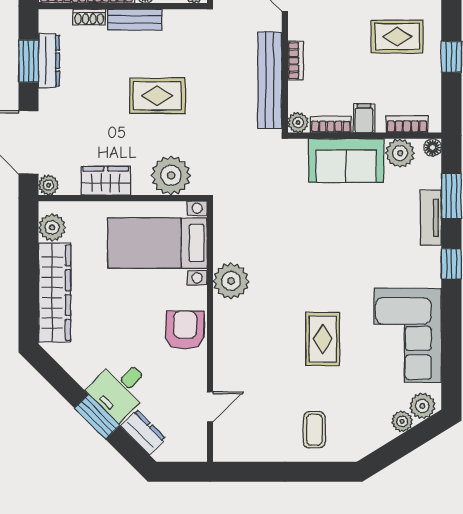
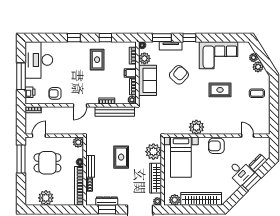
wardrobe: (106, 181) -> (156, 178), width x1.50
armchair: (360, 238) -> (179, 75), added
plant: (422, 406) -> (258, 67), moved

